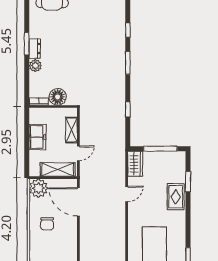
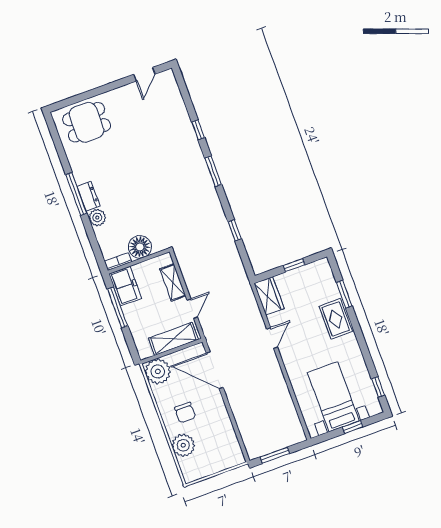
window: (27, 44) -> (76, 194), width x1.44
window: (27, 133) -> (118, 307), added
freezer: (37, 137) -> (125, 286), moved
window: (160, 149) -> (294, 265), width x0.46
plant: (38, 246) -> (183, 445), added

